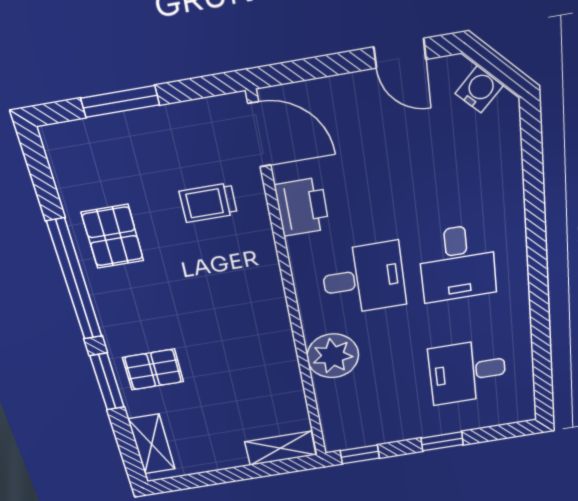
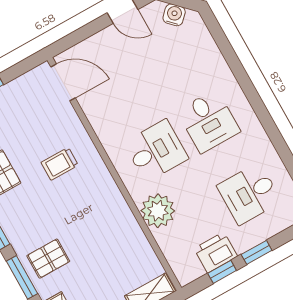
trolley: (208, 203) -> (60, 164), moved
printer: (302, 207) -> (216, 252), moved, turned -90
window: (360, 454) -> (222, 272), moved

